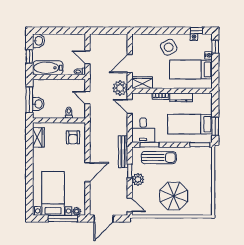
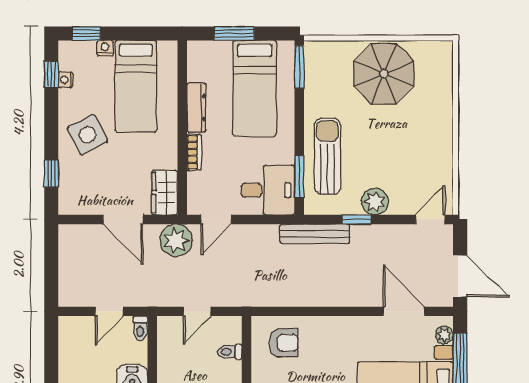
window: (151, 31) -> (51, 173), added
window: (215, 126) -> (234, 33), moved
door: (87, 172) -> (404, 311), moved
parasol: (174, 196) -> (384, 74), moved

